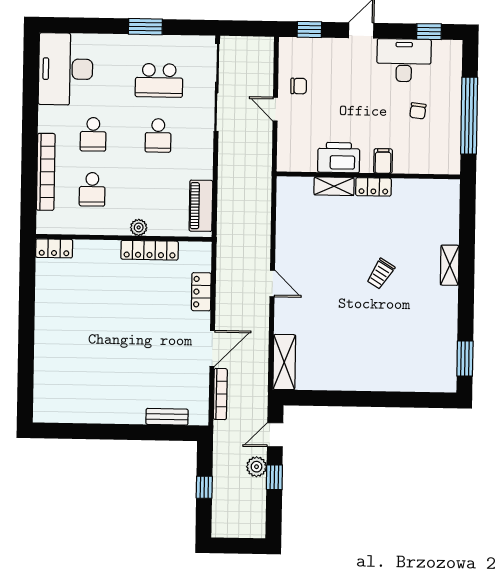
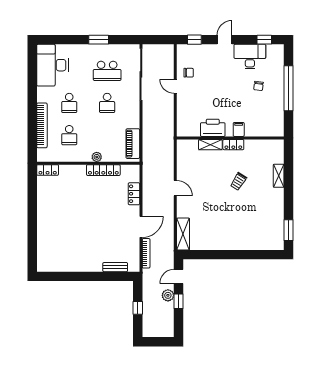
printer: (339, 158) -> (213, 128), moved
filing cabinet: (383, 161) -> (239, 129), moved
wall: (368, 175) -> (230, 138), moved
shelving: (334, 186) -> (210, 145), moved
locker: (373, 187) -> (233, 145), moved

